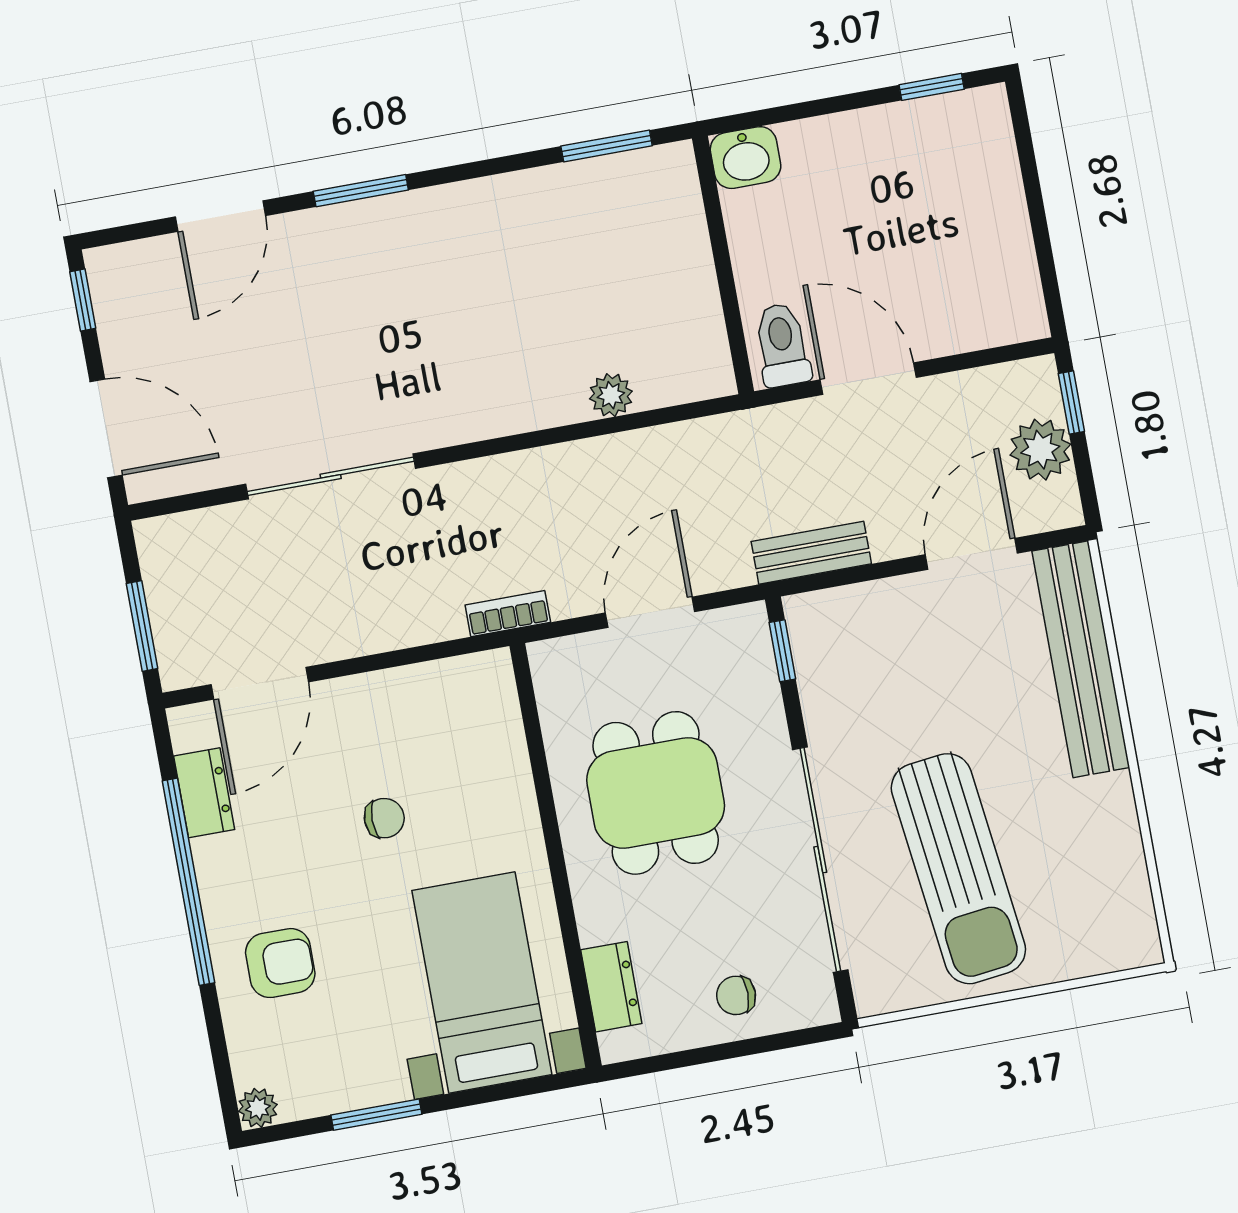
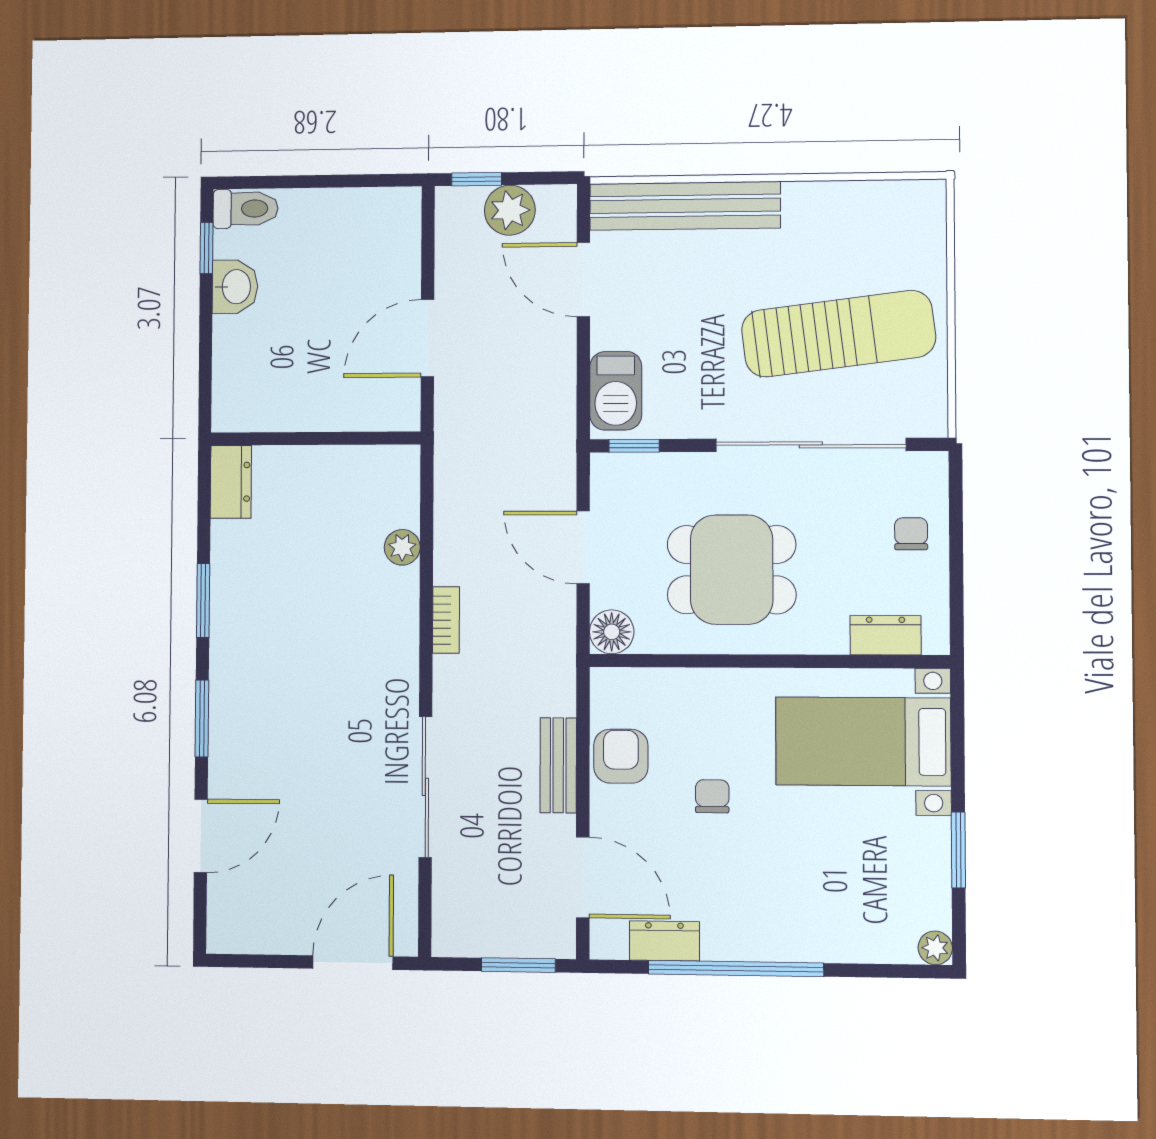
window: (607, 146) -> (203, 601), moved
washbasin: (746, 158) -> (235, 287), moved
dresser: (652, 171) -> (231, 482), added
door: (220, 216) -> (201, 836), hinge flipped
window: (83, 300) -> (246, 961), removed
toilet: (782, 345) -> (246, 209), moved, turned 180
bench: (811, 553) -> (558, 765), moved
bookcase: (508, 614) -> (446, 620), moved, turned 180
barbecue: (844, 617) -> (616, 391), added
floor lamp: (556, 665) -> (612, 632), added
armchair: (280, 963) -> (621, 756), moved
chair: (736, 995) -> (911, 534), turned 180

